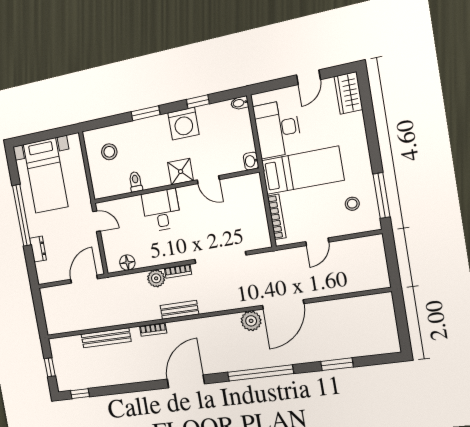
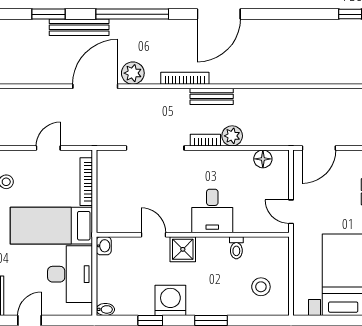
bookcase: (153, 330) -> (185, 78), moved, width x1.56
bench: (106, 338) -> (79, 27), moved

